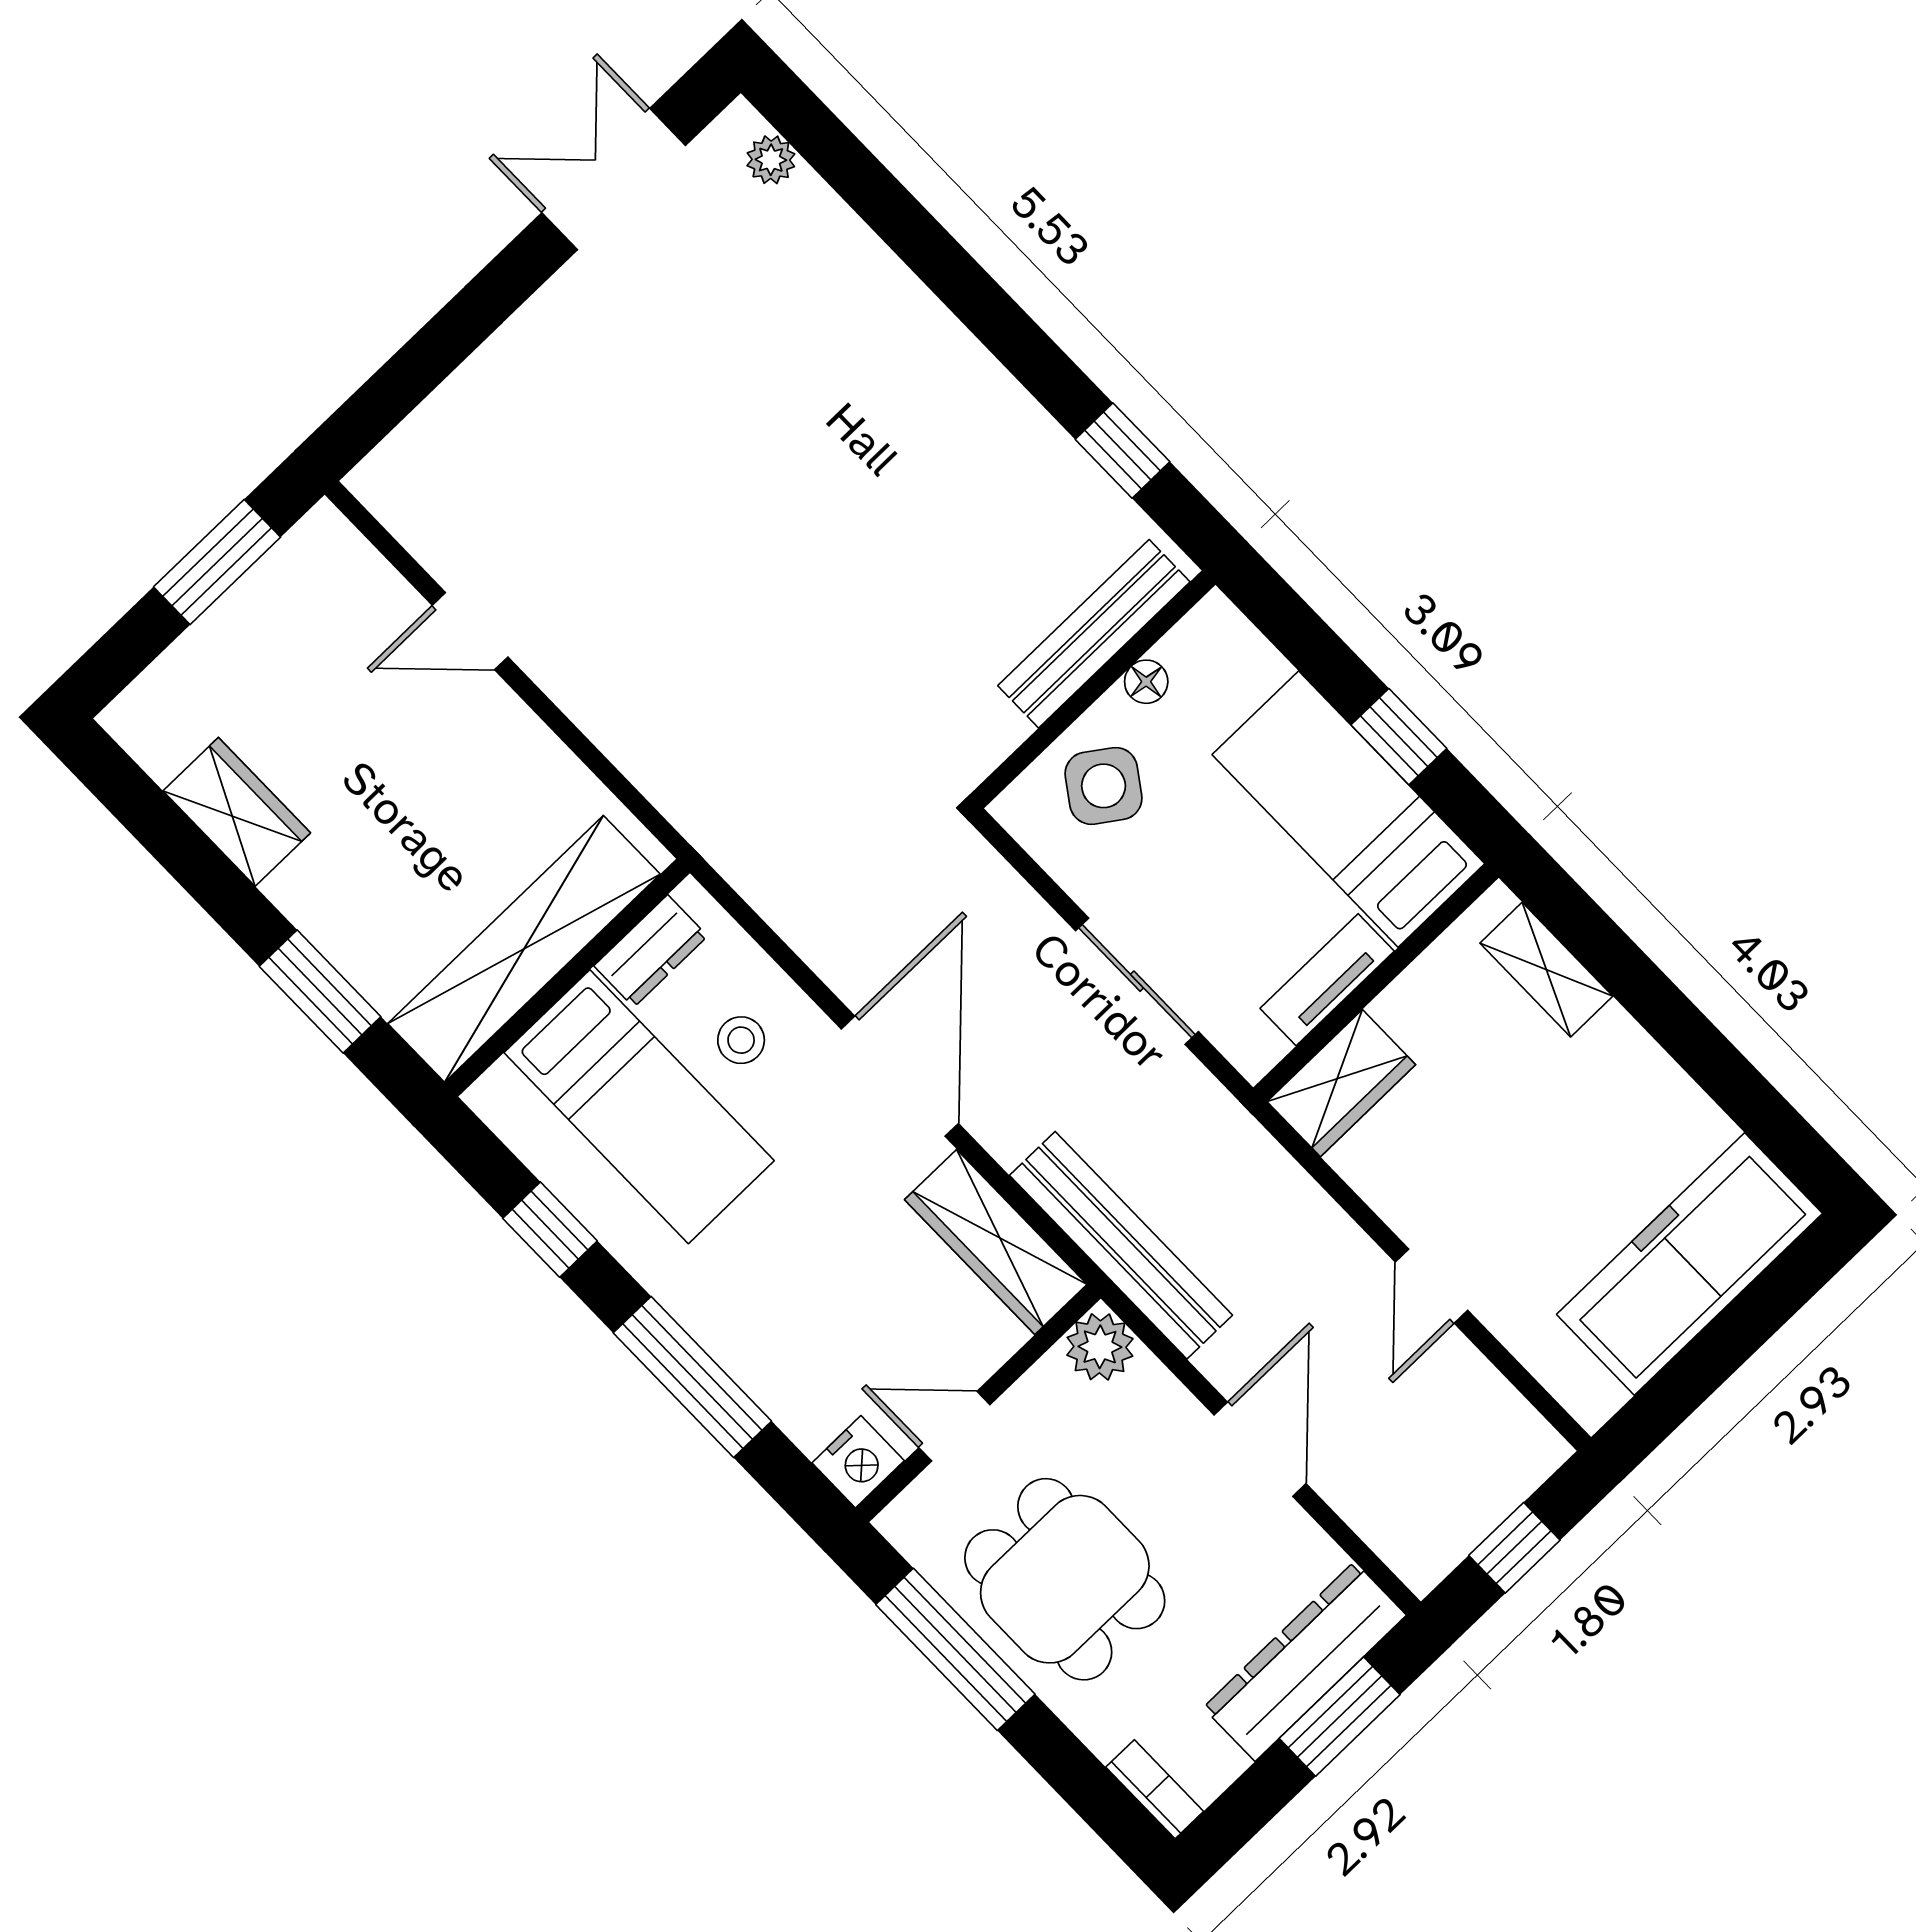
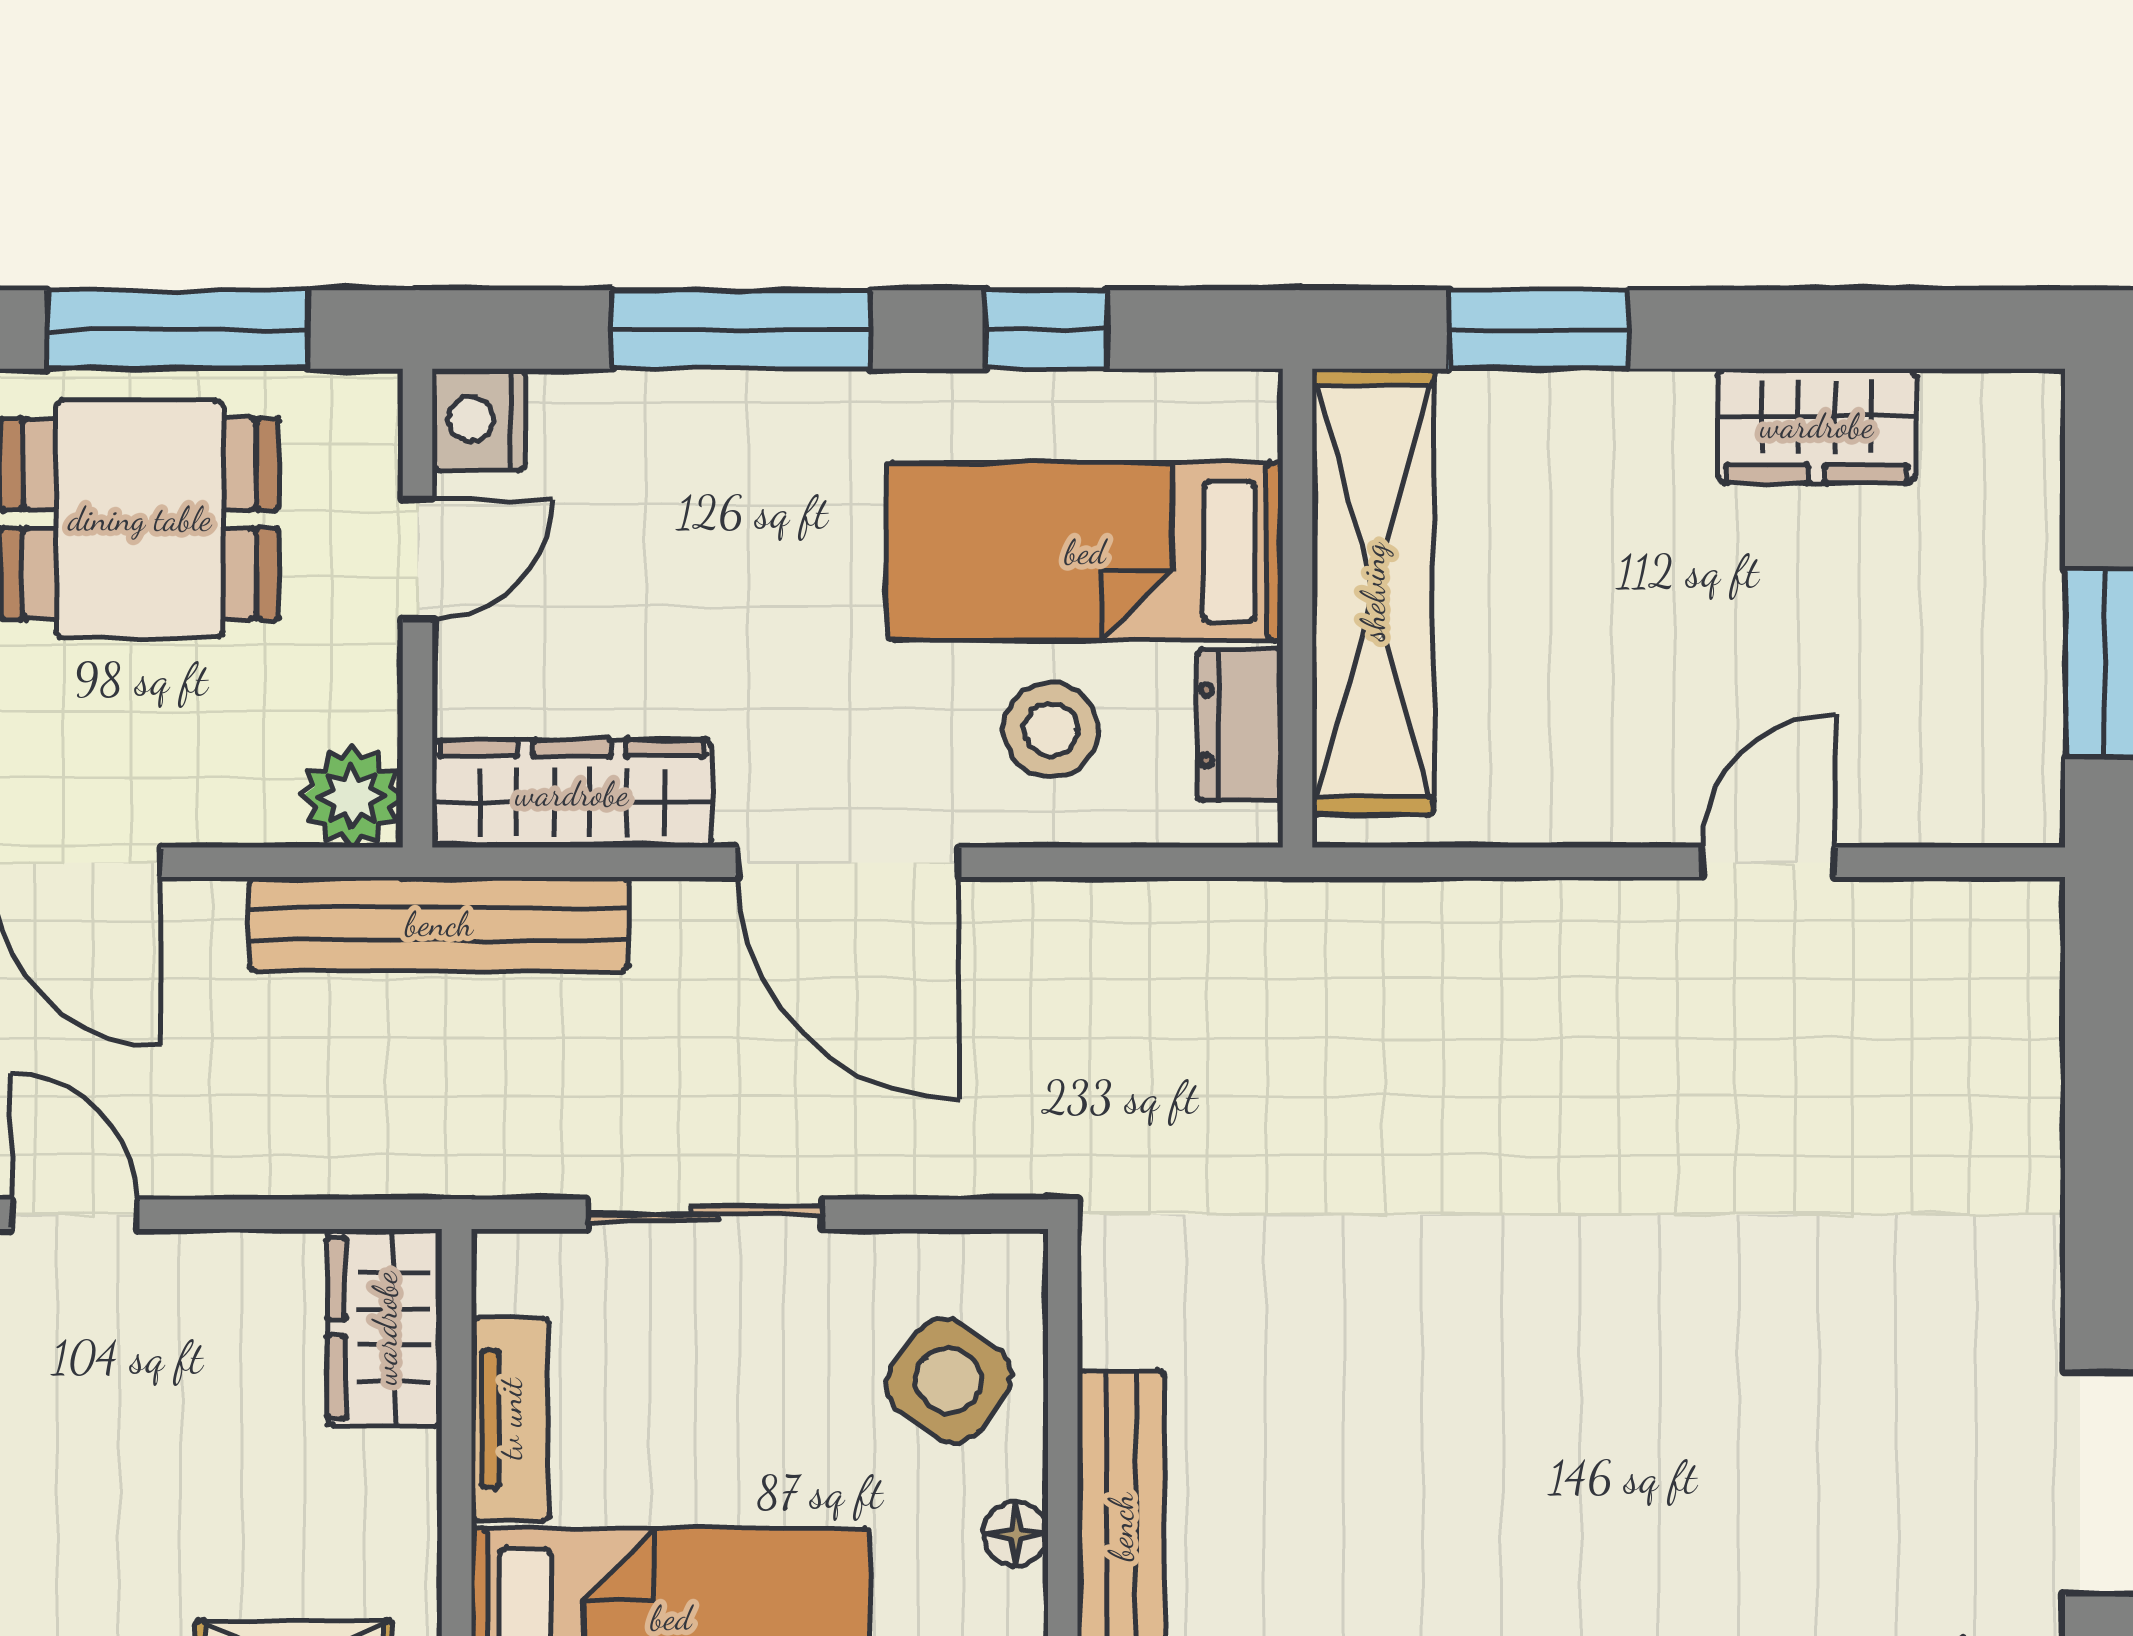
stool: (741, 1040) -> (1051, 730), width x1.37, depth x1.37

